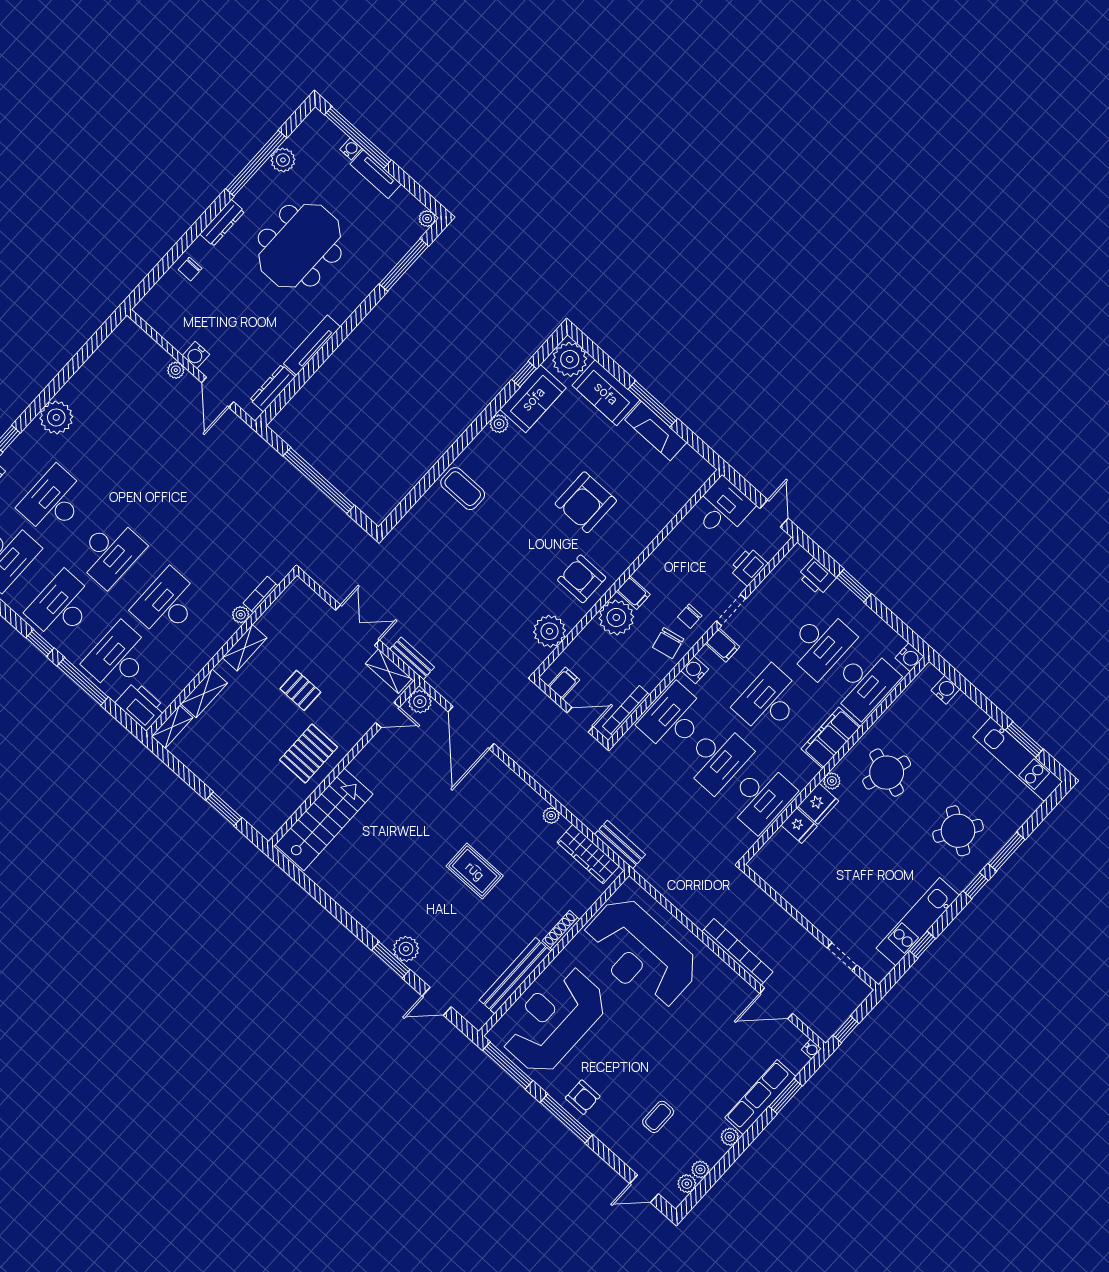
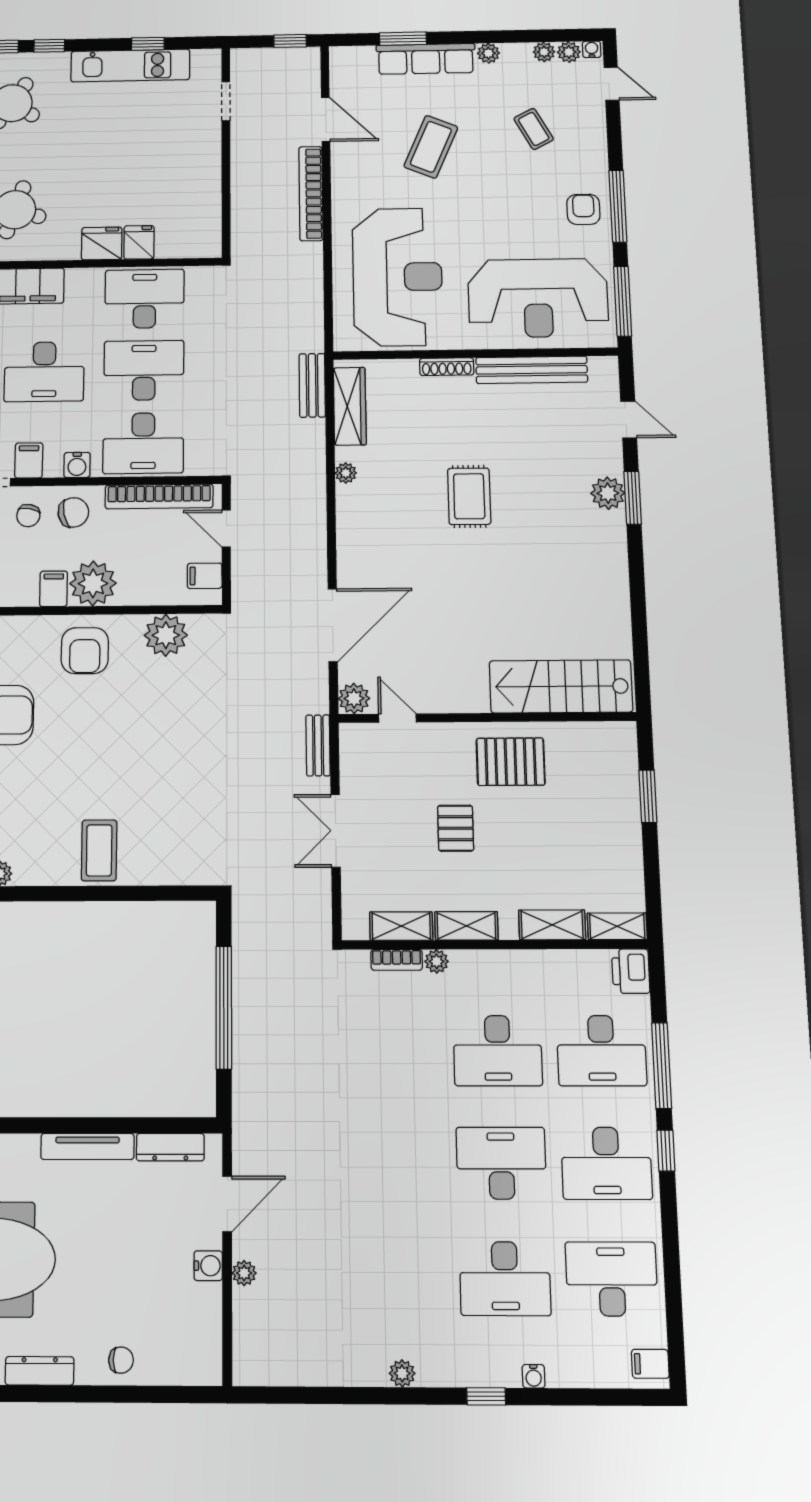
plant: (56, 417) -> (402, 1373), width x0.53, depth x0.53
chair: (690, 616) -> (28, 516), turned 101
shelving: (388, 671) -> (401, 926), moved, turned 90
printer: (141, 706) -> (631, 971), width x0.73, depth x0.84
bookcase: (626, 711) -> (159, 496), width x1.48, depth x1.31
plant: (832, 781) -> (69, 250), removed
coffee table: (702, 1048) -> (431, 147), added
water cooler: (811, 1049) -> (592, 49), moved
coffee table: (658, 1117) -> (534, 129), turned 62

